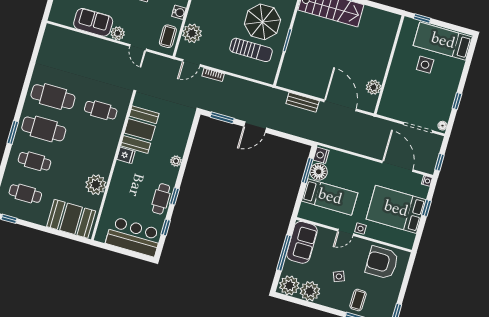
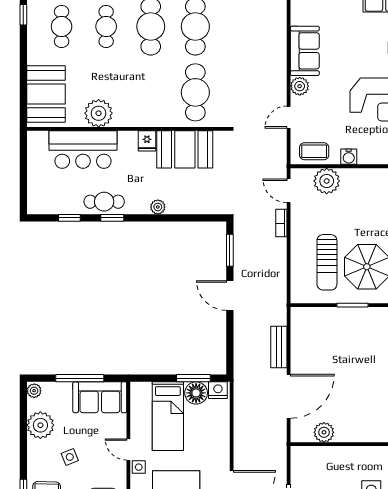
cafe table: (101, 110) -> (195, 92), width x1.37, depth x1.35
bar counter: (134, 237) -> (83, 150), moved, turned 90
plant: (289, 285) -> (34, 391), width x0.53, depth x0.53

